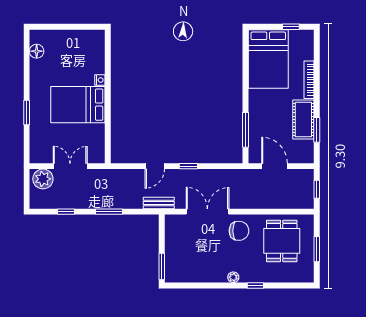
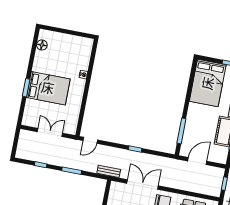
bed: (78, 105) -> (48, 88), moved, turned 180
door: (155, 166) -> (90, 140), moved
door: (275, 166) -> (197, 161), hinge flipped
plant: (43, 179) -> (29, 138), removed

